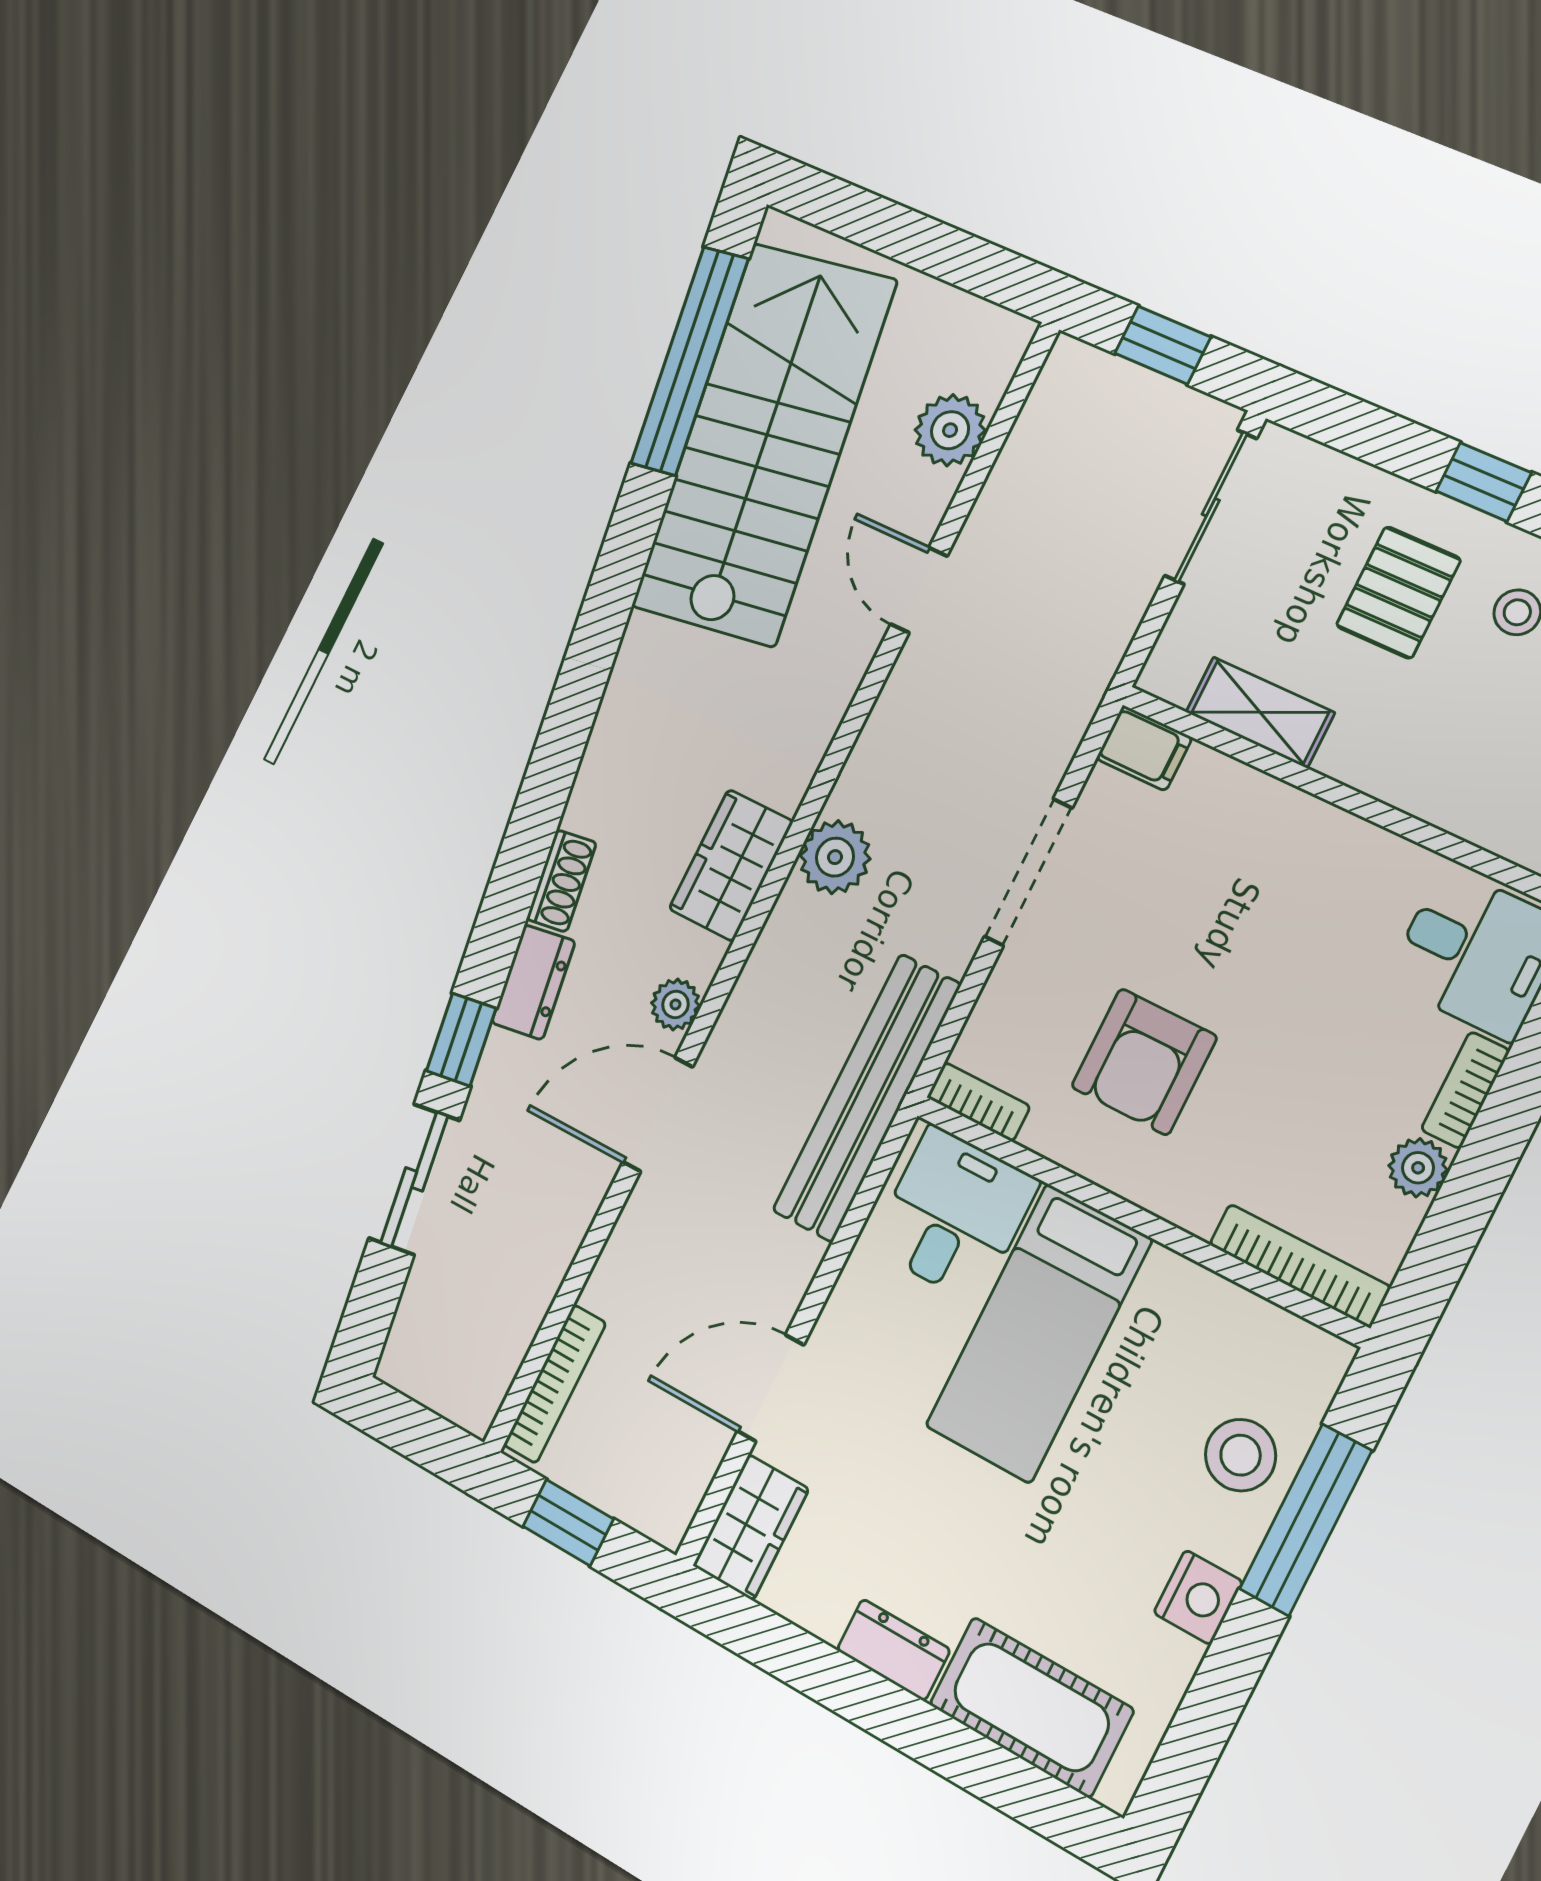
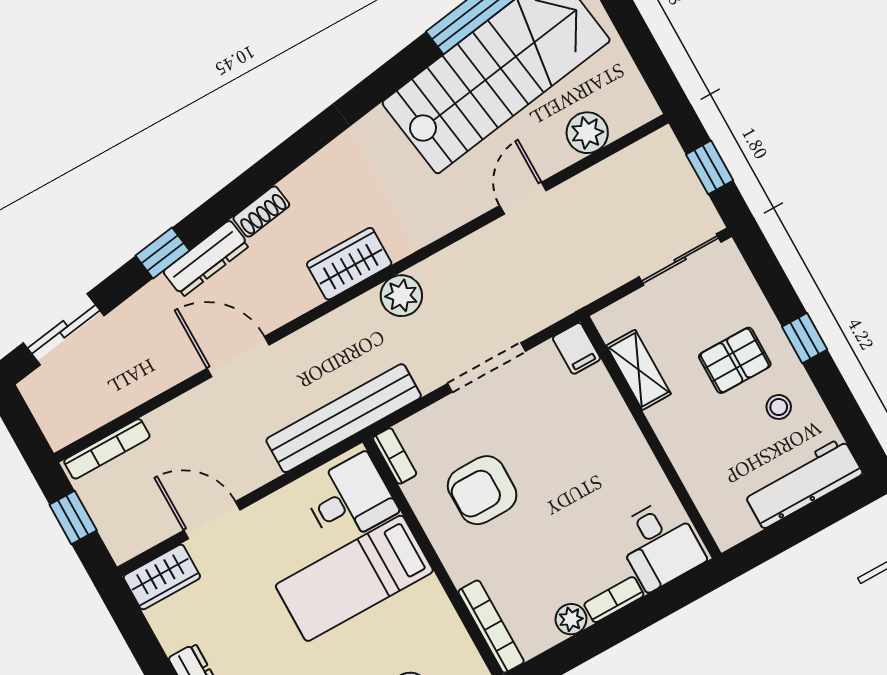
dresser: (533, 982) -> (206, 259), width x1.44
plant: (675, 1004) -> (280, 311), removed
sliding door: (414, 1179) -> (64, 329), moved

